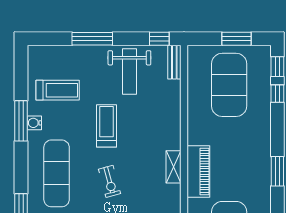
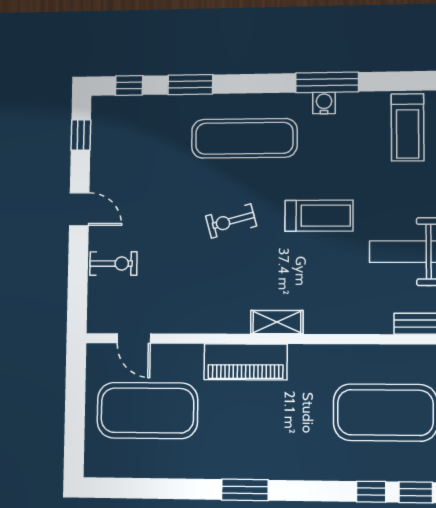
treadmill: (58, 90) -> (408, 127), moved
shelving: (174, 167) -> (277, 322), moved

